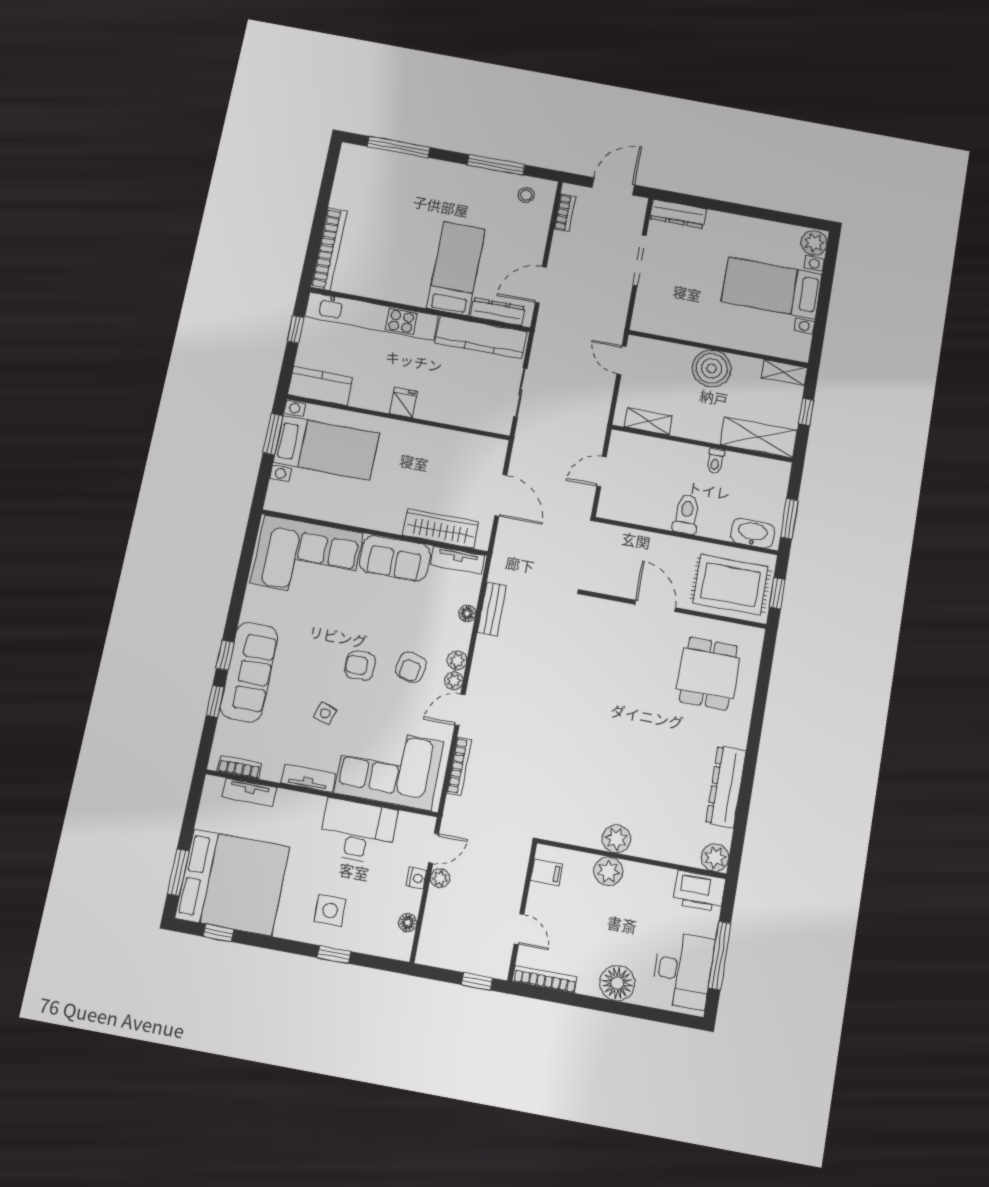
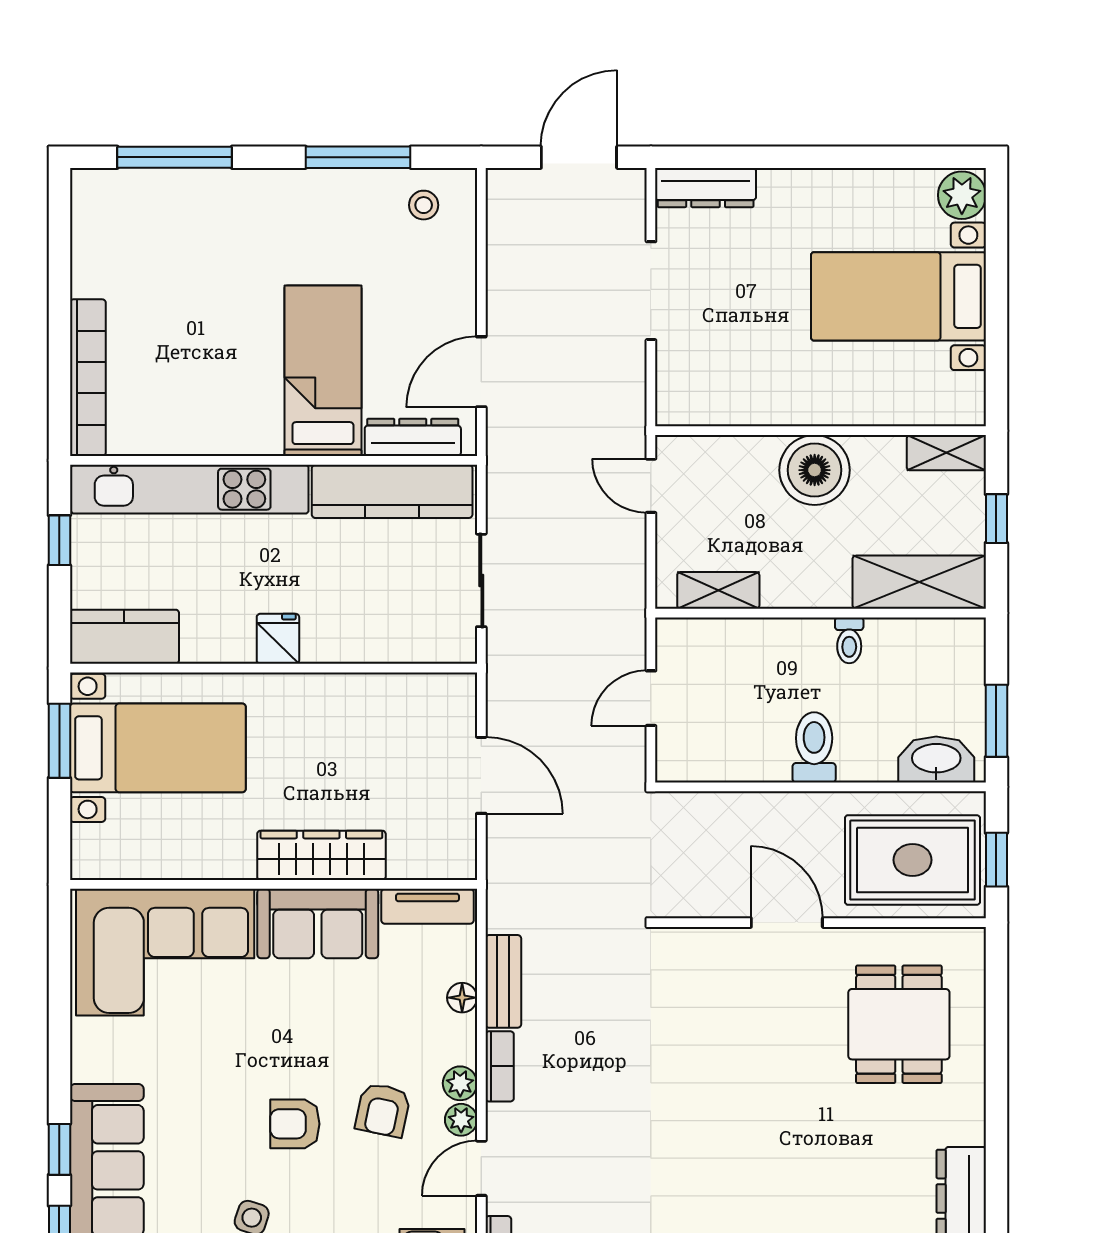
bookcase: (565, 213) -> (500, 1066), moved
wardrobe: (441, 529) -> (321, 855), moved

